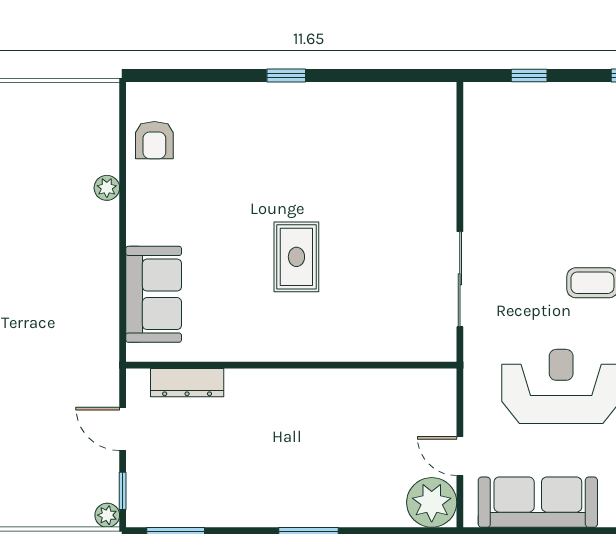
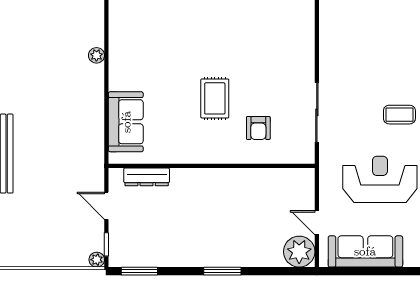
armchair: (154, 140) -> (258, 128), moved

